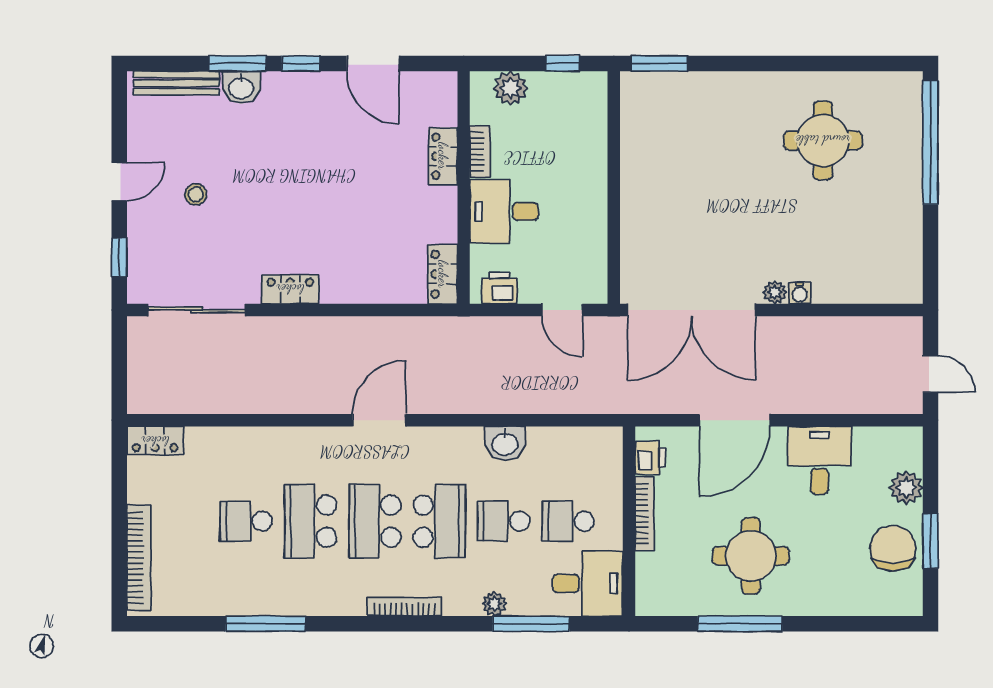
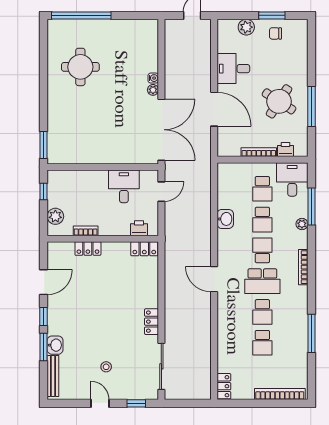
desk: (504, 211) -> (124, 186), moved, turned 180
printer: (499, 288) -> (139, 228), moved, turned 90
printer: (650, 458) -> (286, 150), moved
school desk: (310, 521) -> (262, 312), width x0.54
school desk: (439, 521) -> (262, 250), width x0.54
chair: (893, 548) -> (275, 33), width x0.54, depth x0.54
round table: (751, 556) -> (279, 101), turned 33

